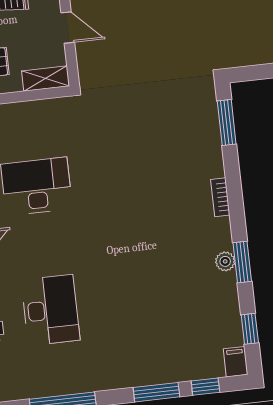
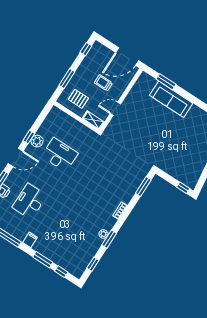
door: (68, 28) -> (115, 109), swing flipped
desk: (50, 310) -> (29, 201), turned 180
filing cabinet: (236, 362) -> (30, 240), moved

